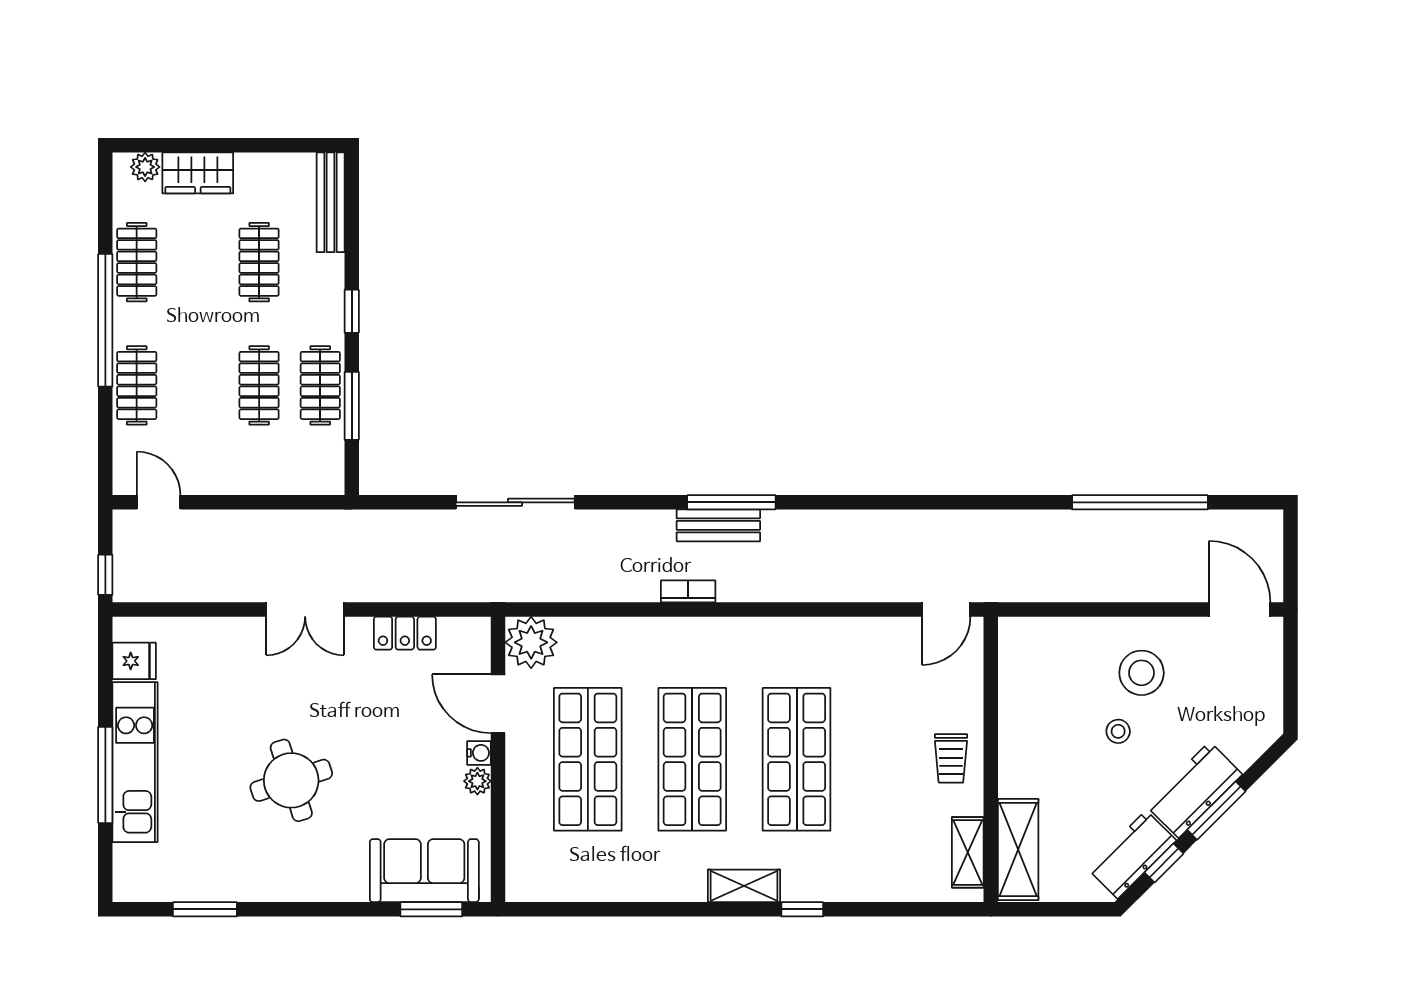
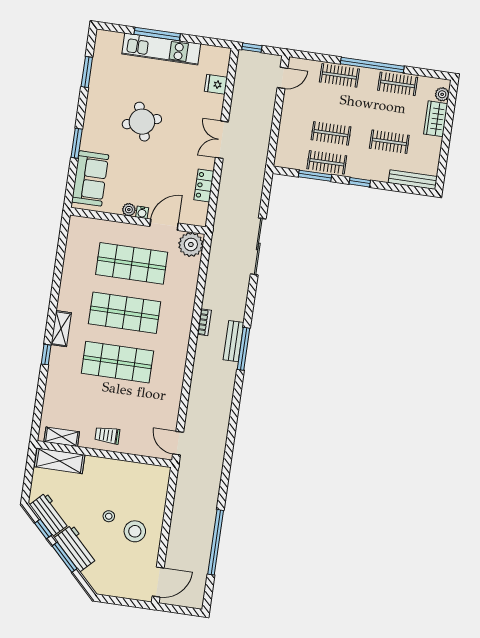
fridge: (134, 661) -> (216, 84), moved, turned 90
window: (431, 909) -> (77, 143), moved

